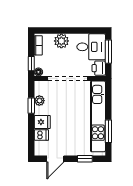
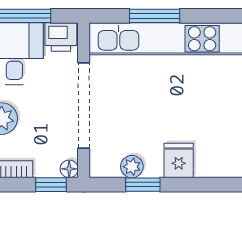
window: (108, 131) -> (155, 16), moved
dishwasher: (41, 135) -> (207, 163), removed

